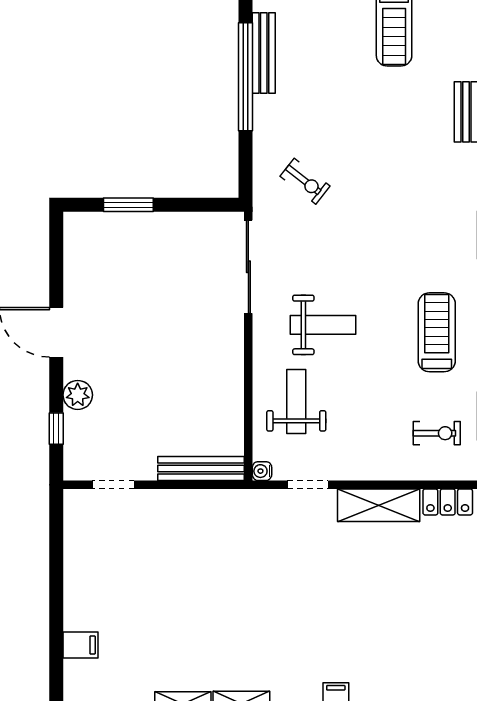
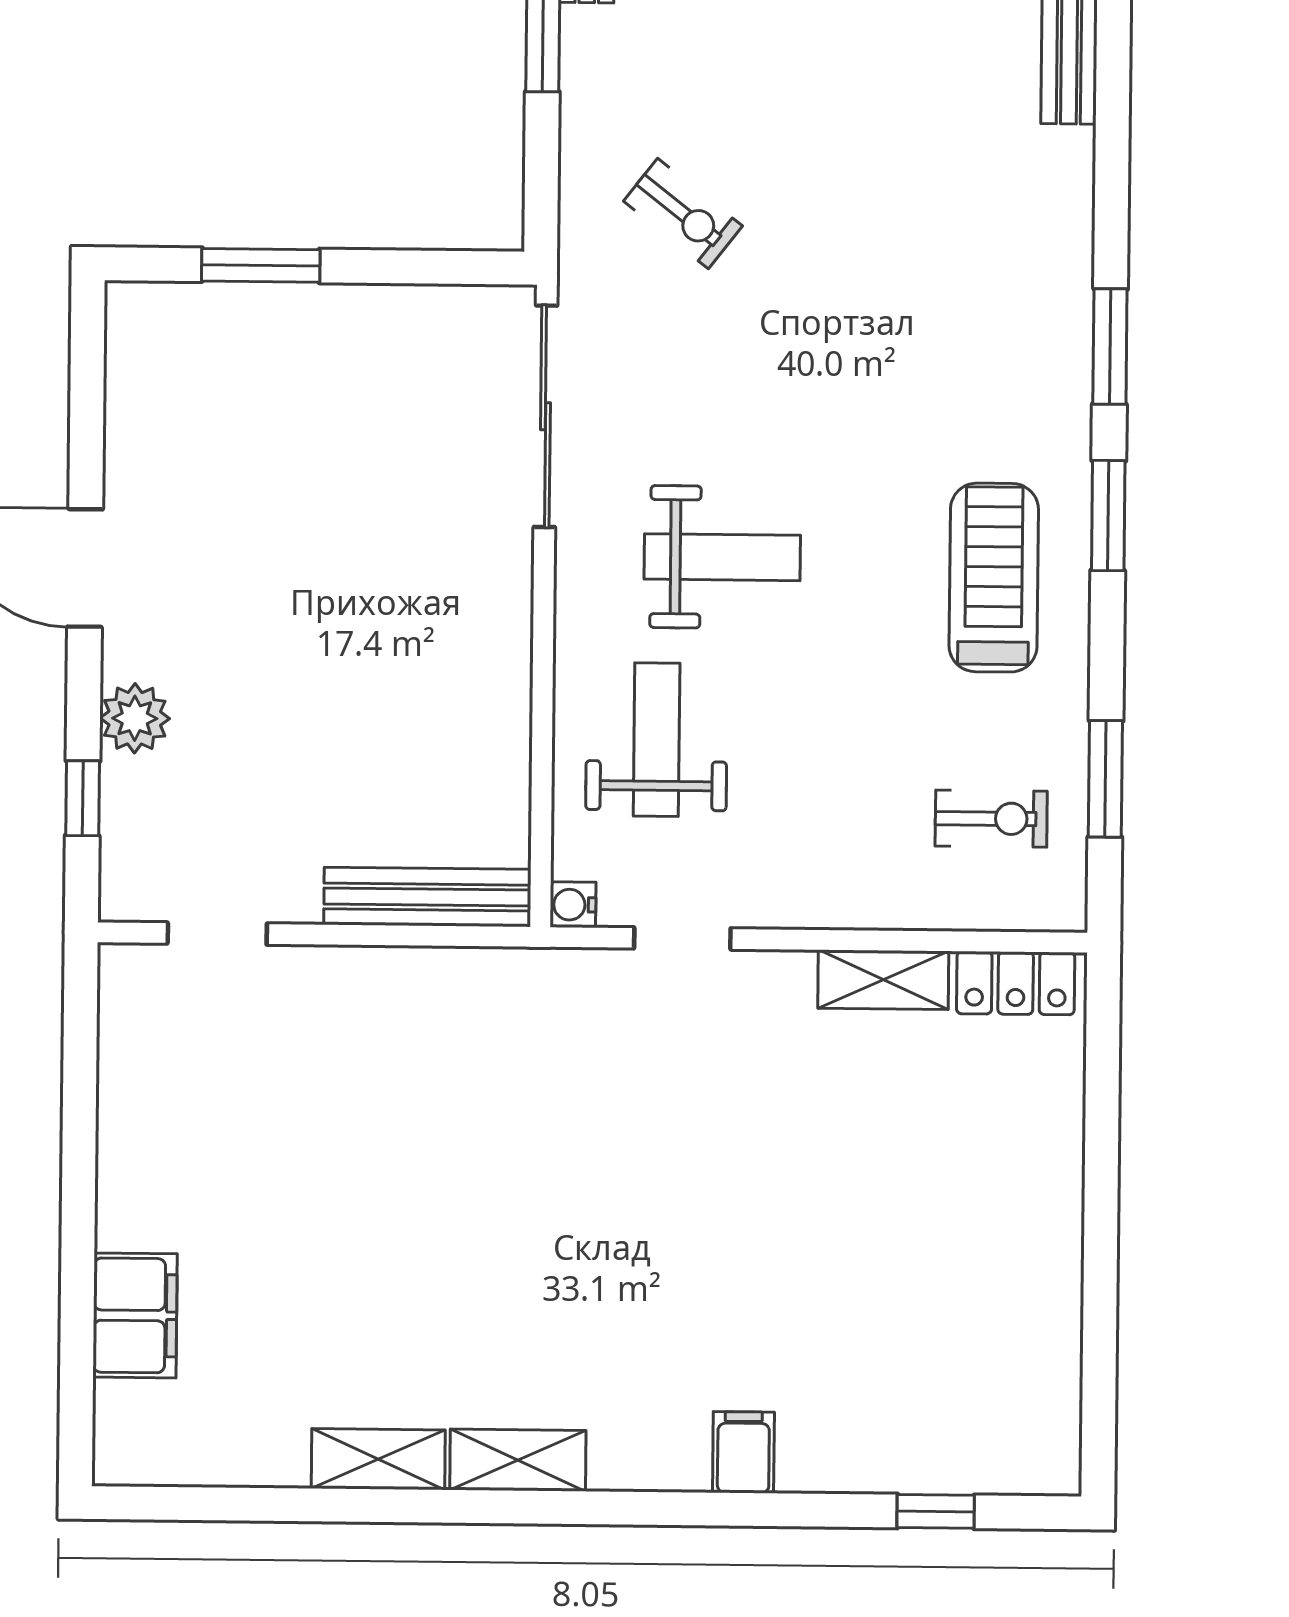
shelving: (379, 505) -> (883, 980), width x0.67, depth x0.75
filing cabinet: (80, 645) -> (135, 1315), width x2.00

